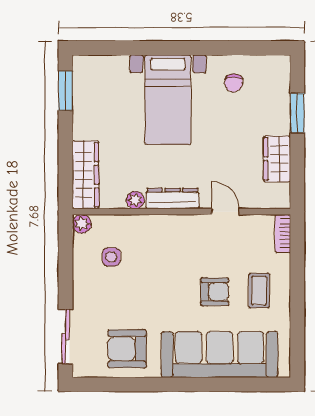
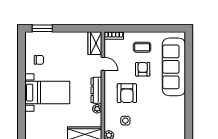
window: (297, 113) -> (42, 28), moved
wardrobe: (277, 159) -> (95, 43), moved, turned 90
door: (225, 212) -> (103, 64), swing flipped
armchair: (127, 349) -> (127, 93), moved

